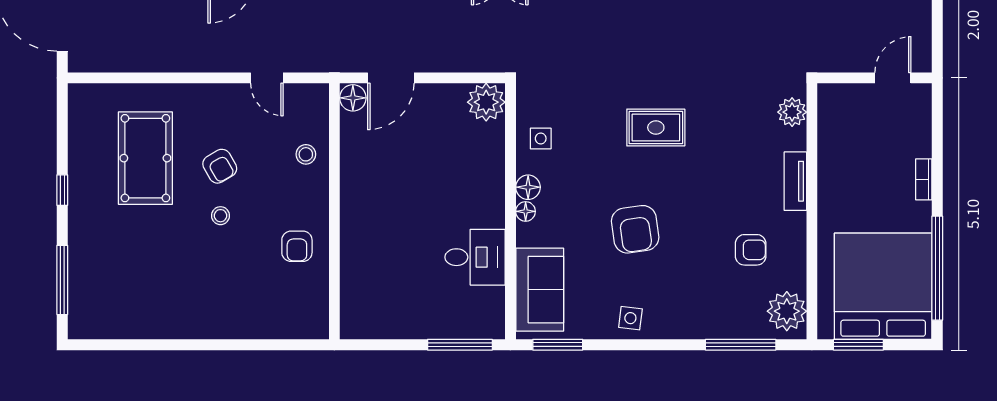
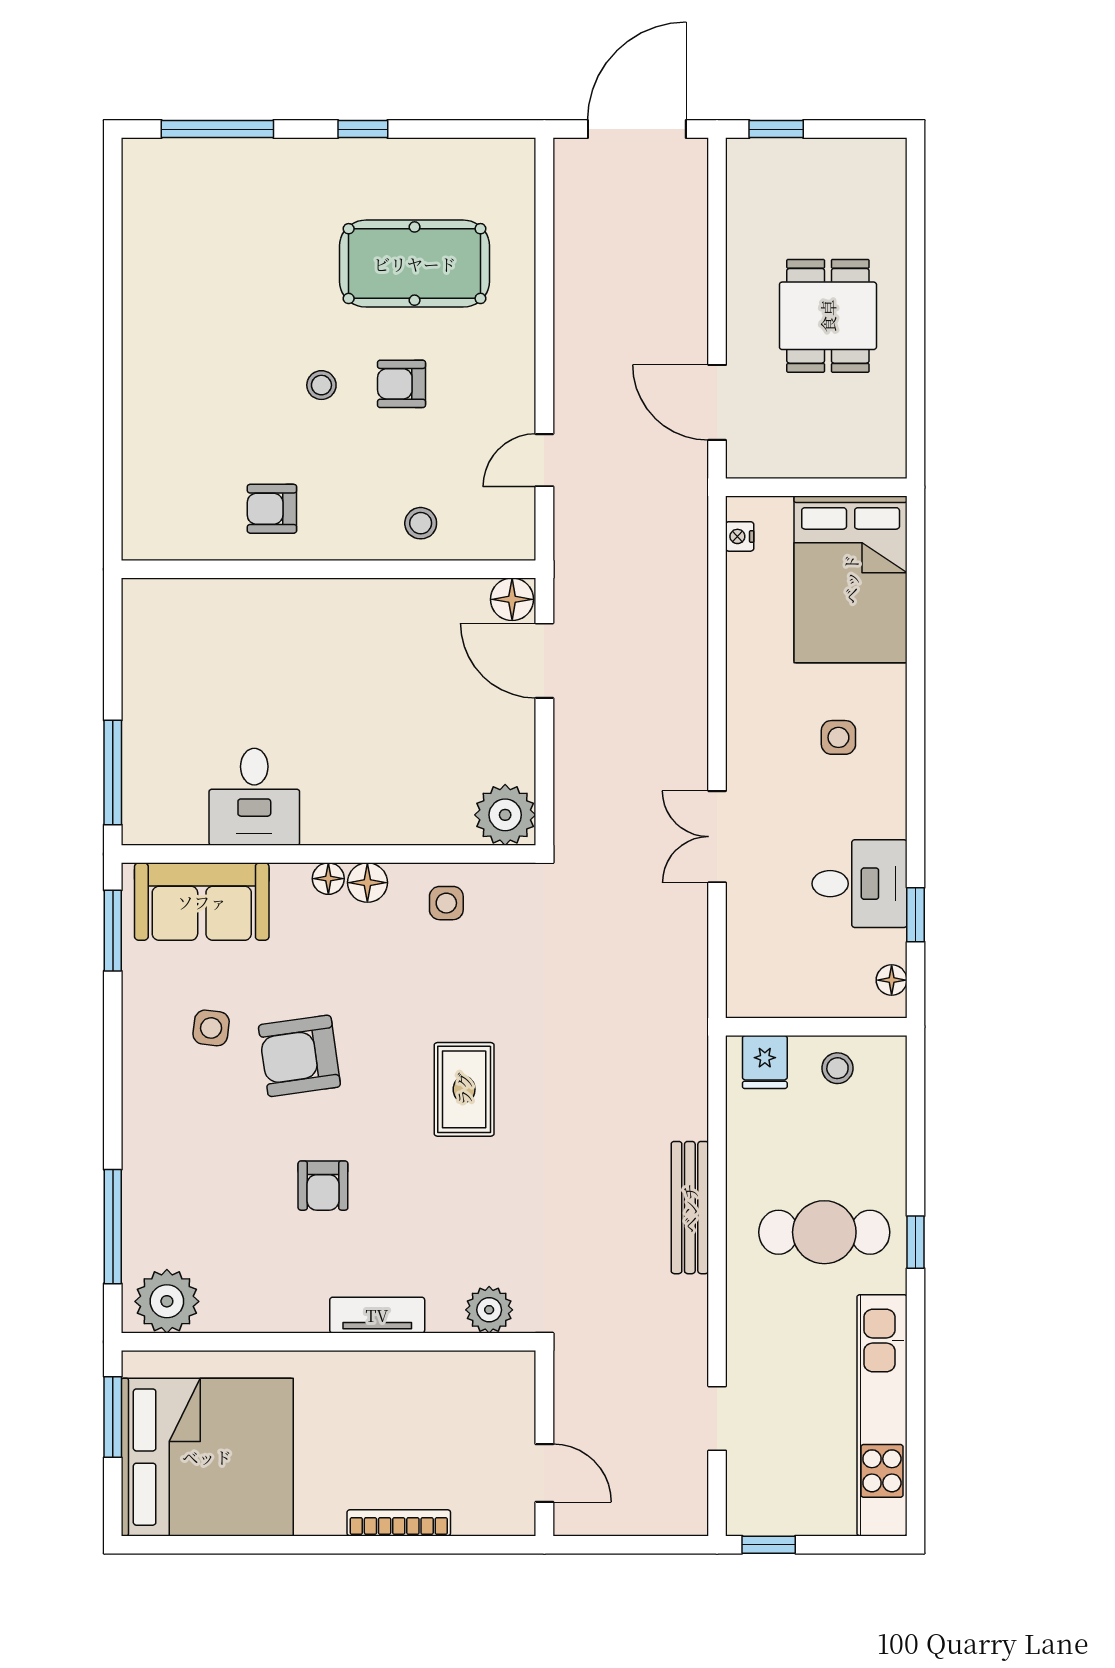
armchair: (220, 166) -> (402, 384), turned 30
bookcase: (924, 179) -> (399, 1523), width x1.56
armchair: (751, 250) -> (323, 1186), moved
window: (937, 268) -> (237, 1545), removed
side table: (630, 318) -> (211, 1028), moved

